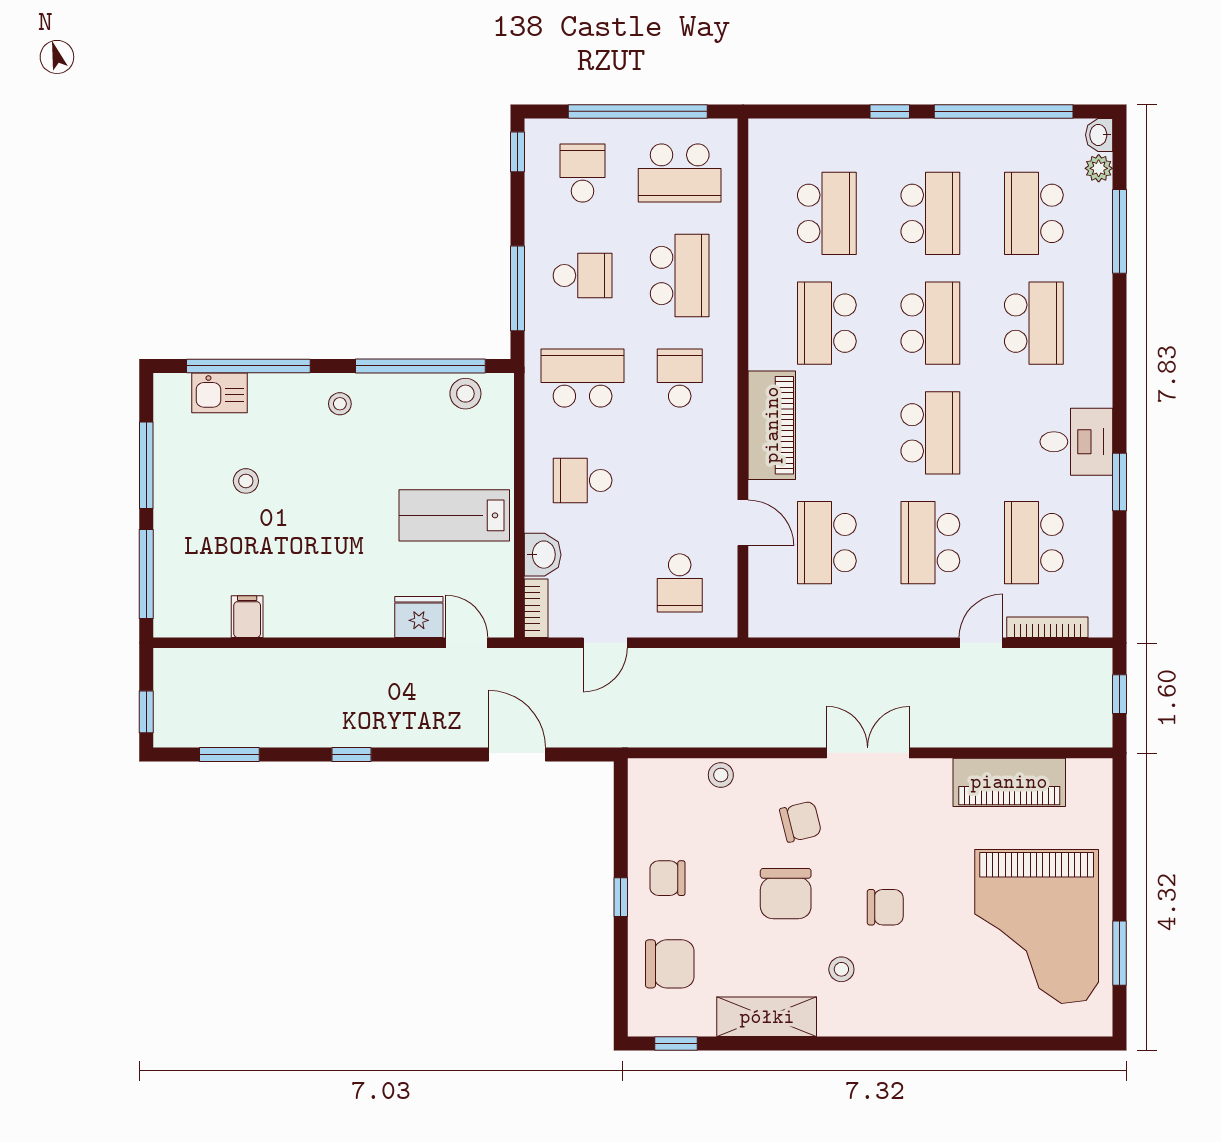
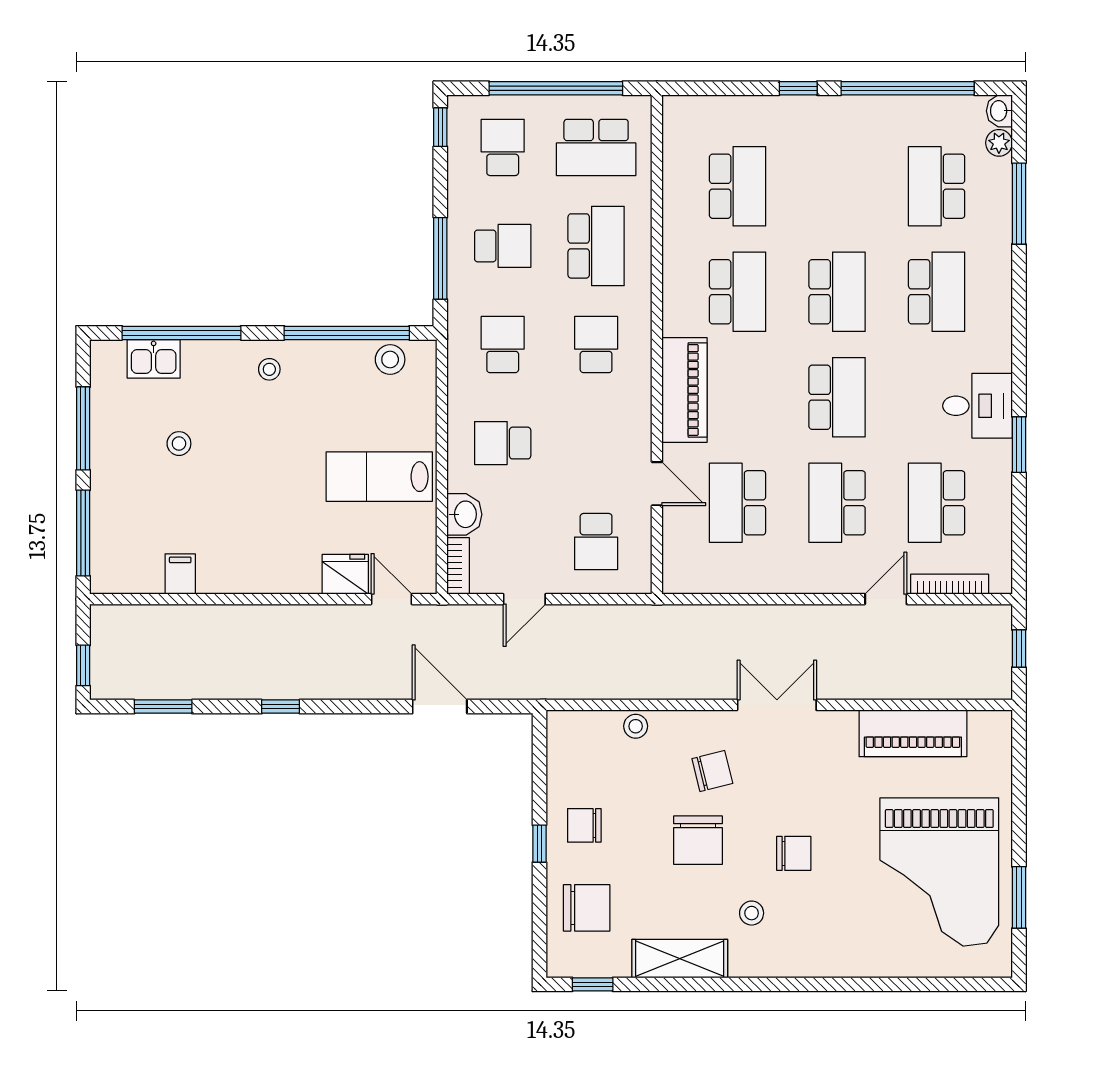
school desk: (930, 213) -> (837, 186), removed
school desk: (827, 323) -> (738, 292), turned 180
school desk: (583, 378) -> (503, 345), width x0.54

